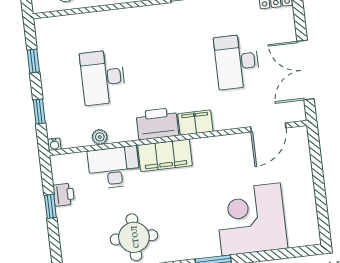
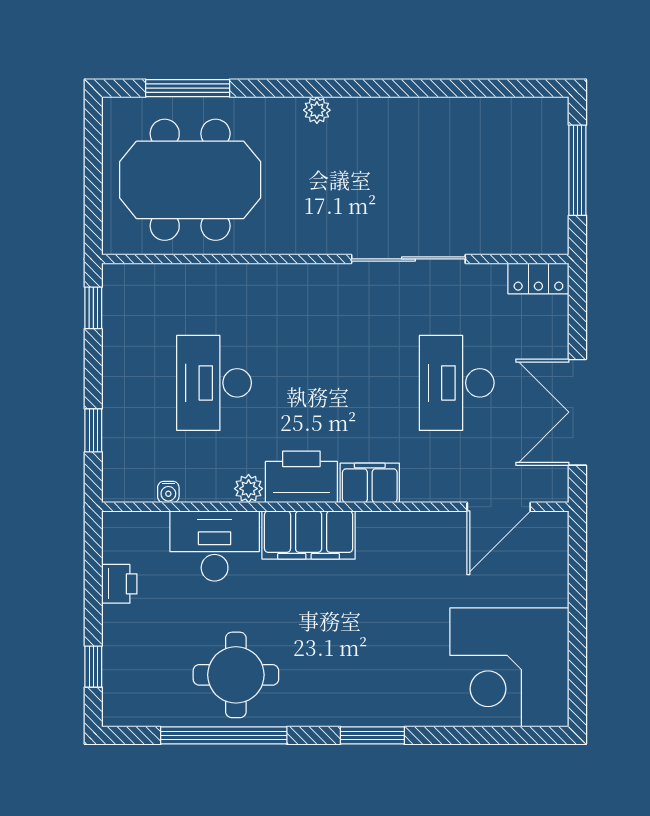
window: (33, 61) -> (93, 308), moved
plant: (100, 137) -> (249, 489), moved
water cooler: (54, 144) -> (168, 492), moved
window: (50, 206) -> (93, 667), moved
corner desk: (251, 219) -> (509, 667), moved, turned -90

